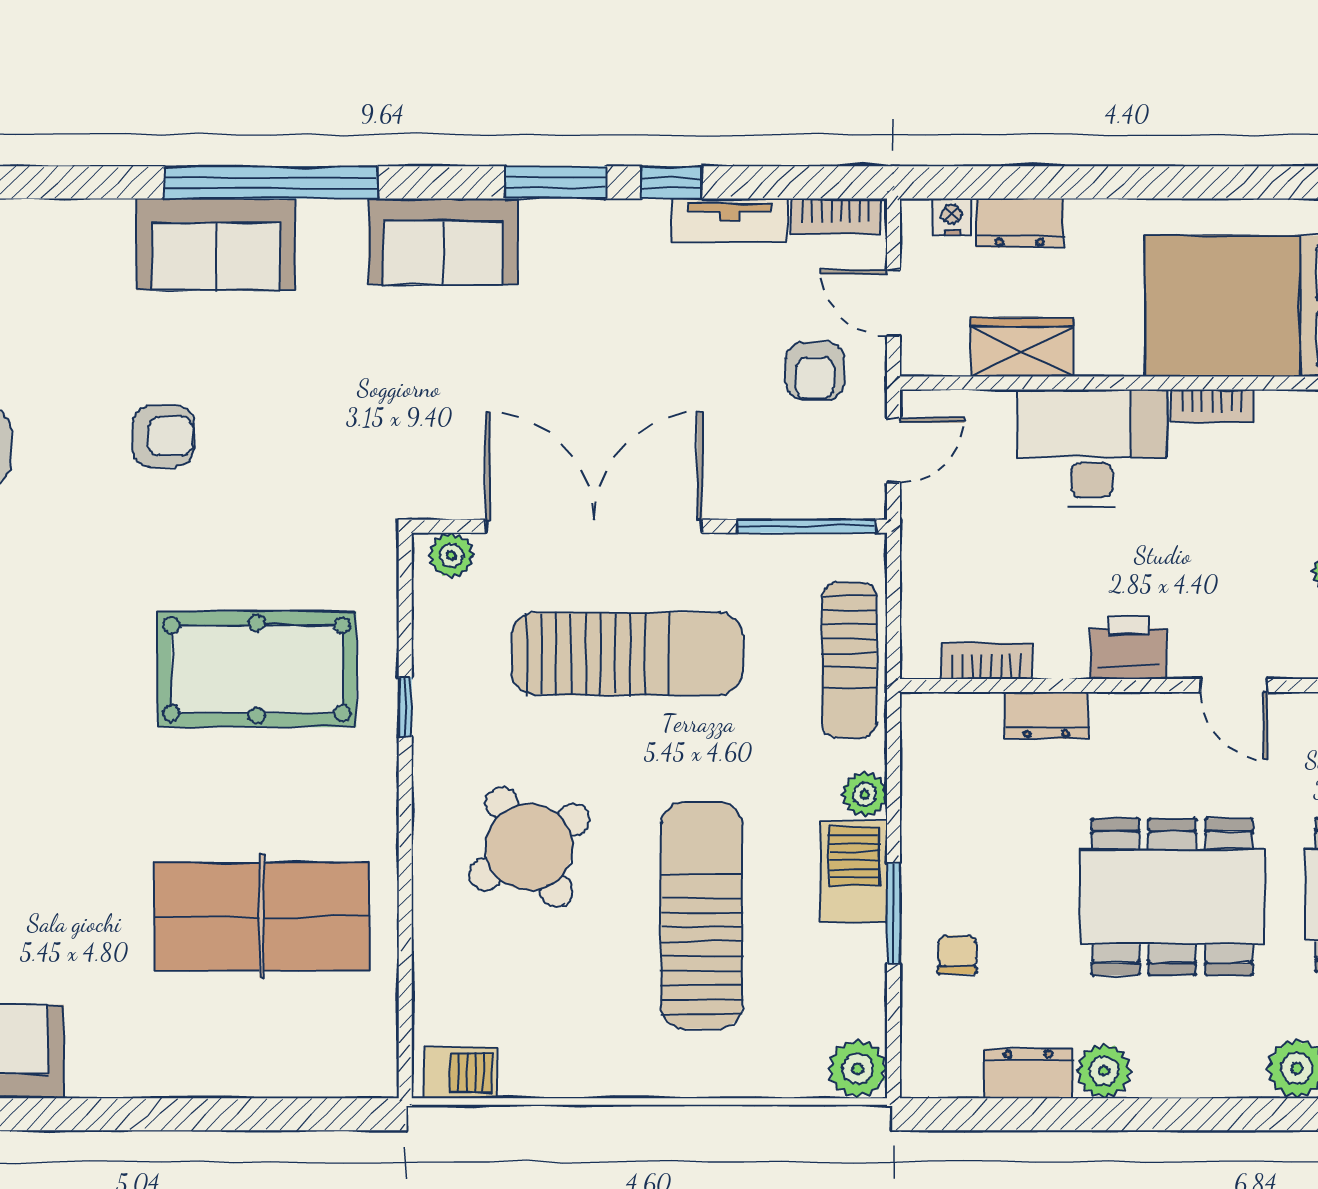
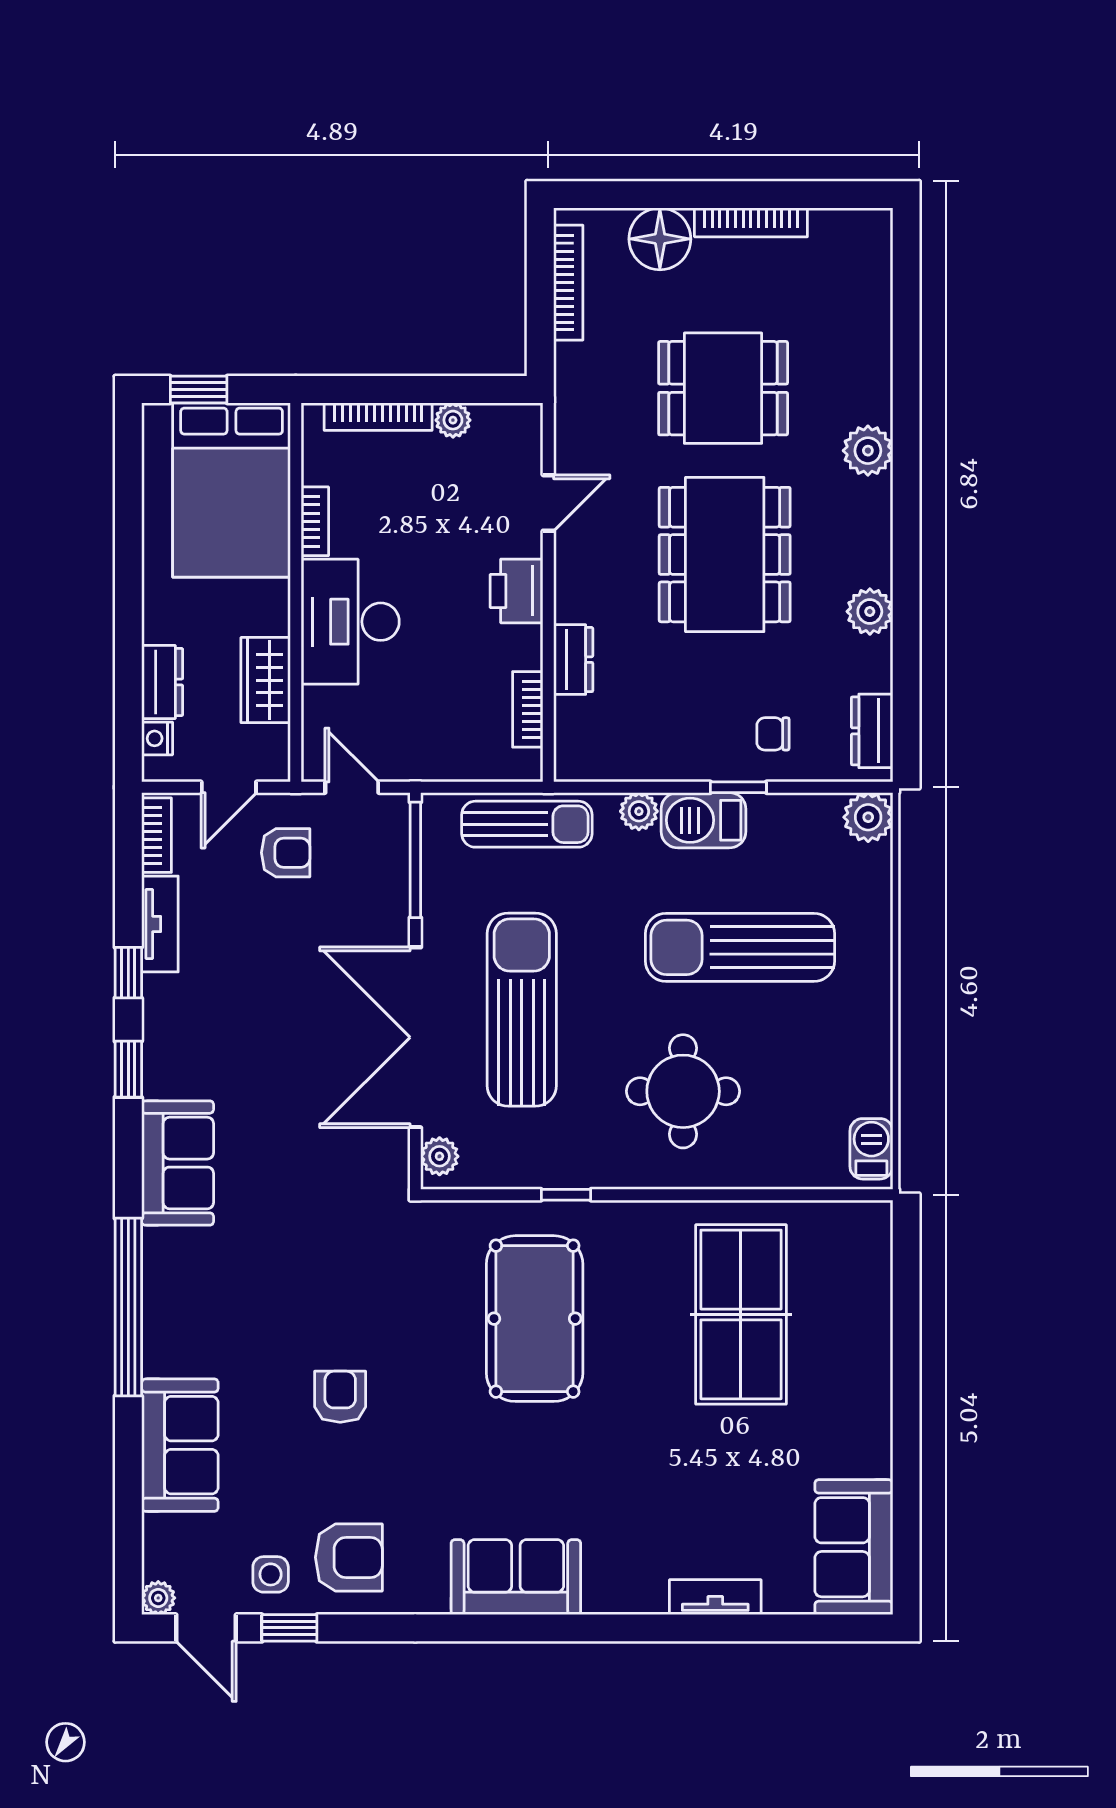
window: (556, 182) -> (128, 1069), width x0.67
sofa: (216, 244) -> (180, 1445), moved
round table: (529, 847) -> (683, 1091), turned 32
window: (893, 913) -> (738, 787), width x0.67
dresser: (1028, 1073) -> (872, 731), moved

